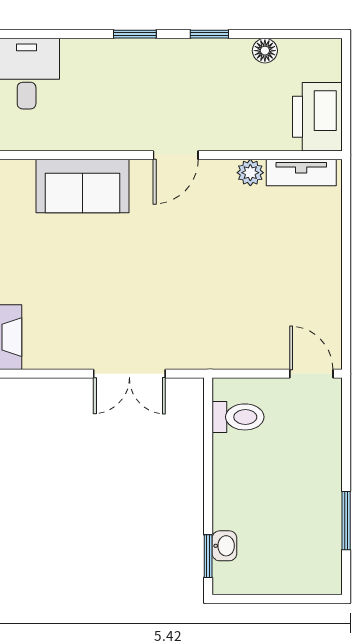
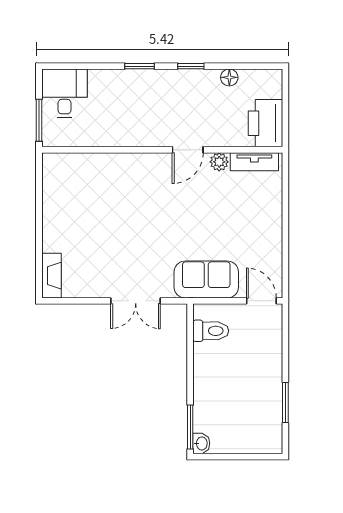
door: (176, 155) -> (188, 150), moved
sofa: (83, 186) -> (206, 280), moved, turned 180
washbasin: (224, 546) -> (201, 443), moved
window: (208, 556) -> (190, 427), width x1.50

